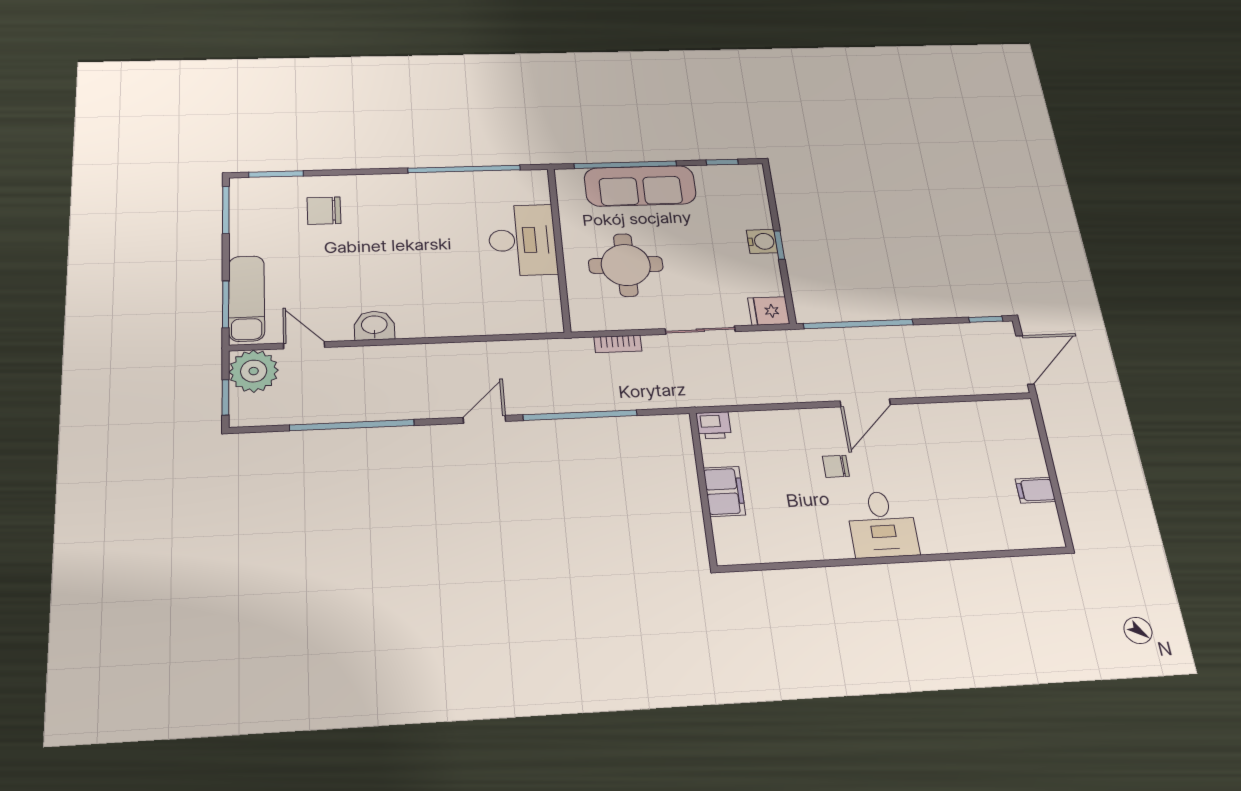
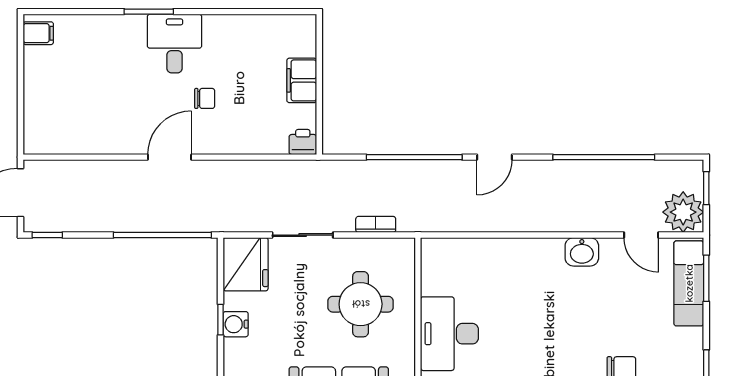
fridge: (769, 311) -> (246, 264), width x1.88, depth x1.34
filing cabinet: (1035, 490) -> (38, 33), moved
window: (920, 558) -> (149, 12), added

